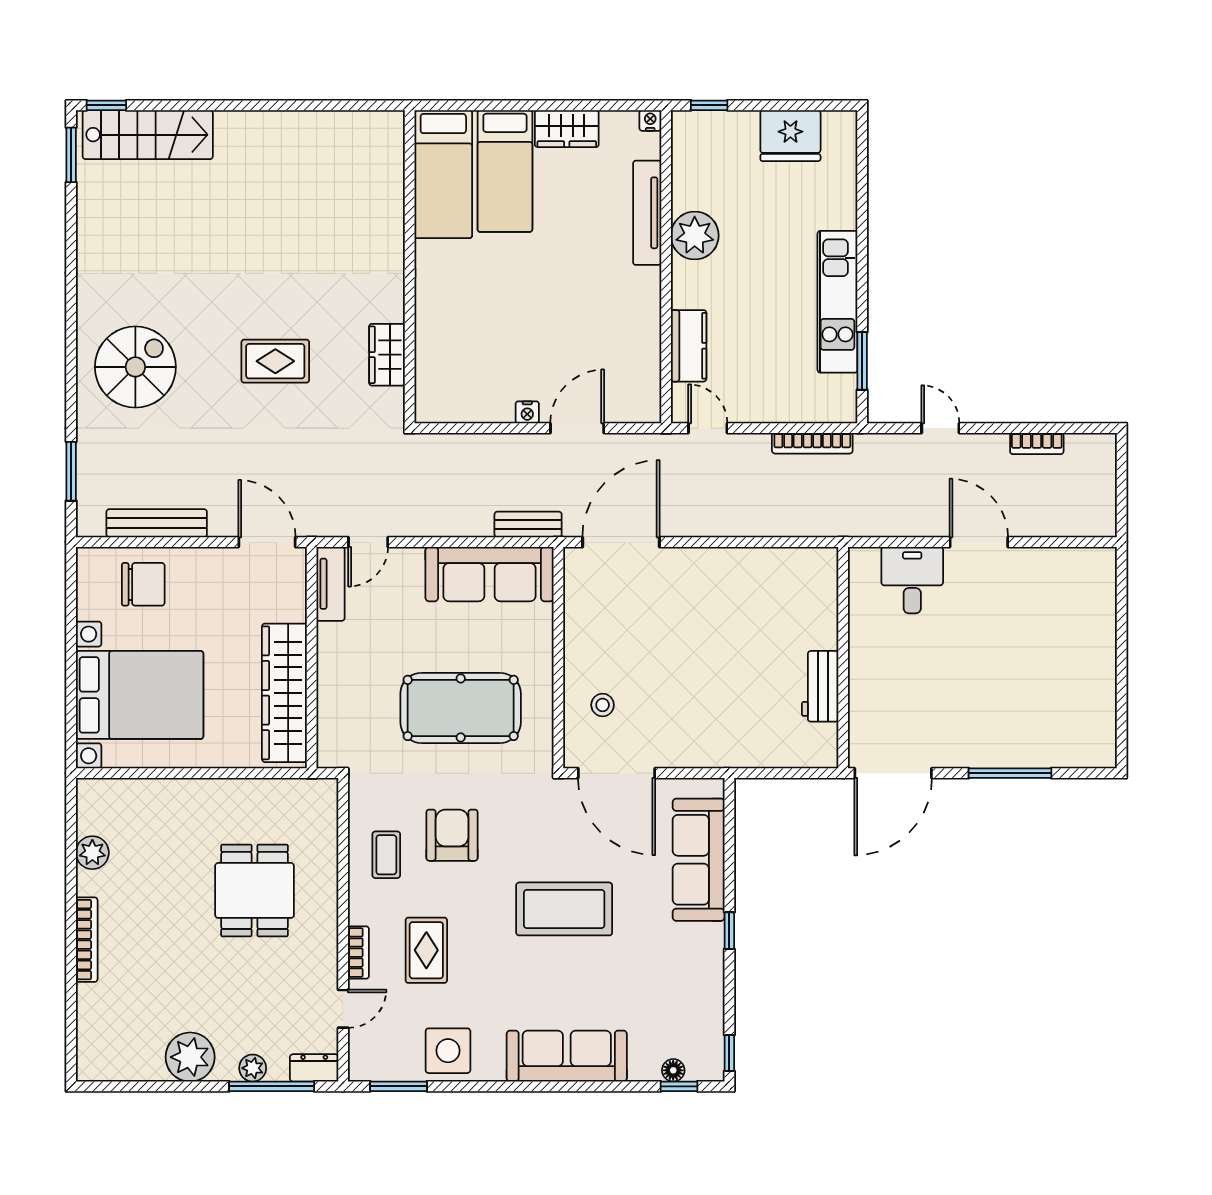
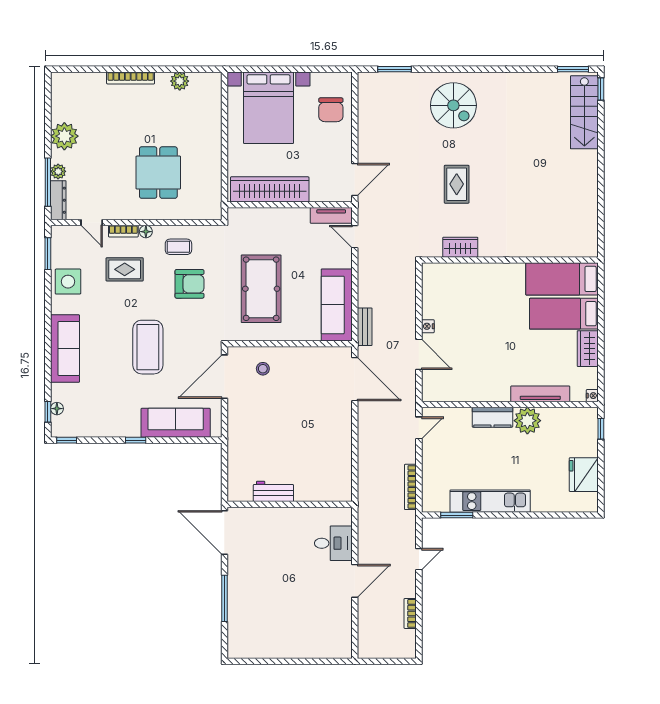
kitchen counter: (689, 346) -> (492, 417), moved
bench: (157, 523) -> (365, 117), removed
dining table: (255, 890) -> (158, 173), turned 90
floor lamp: (359, 913) -> (146, 232), added
dresser: (314, 1068) -> (58, 200), width x1.44

